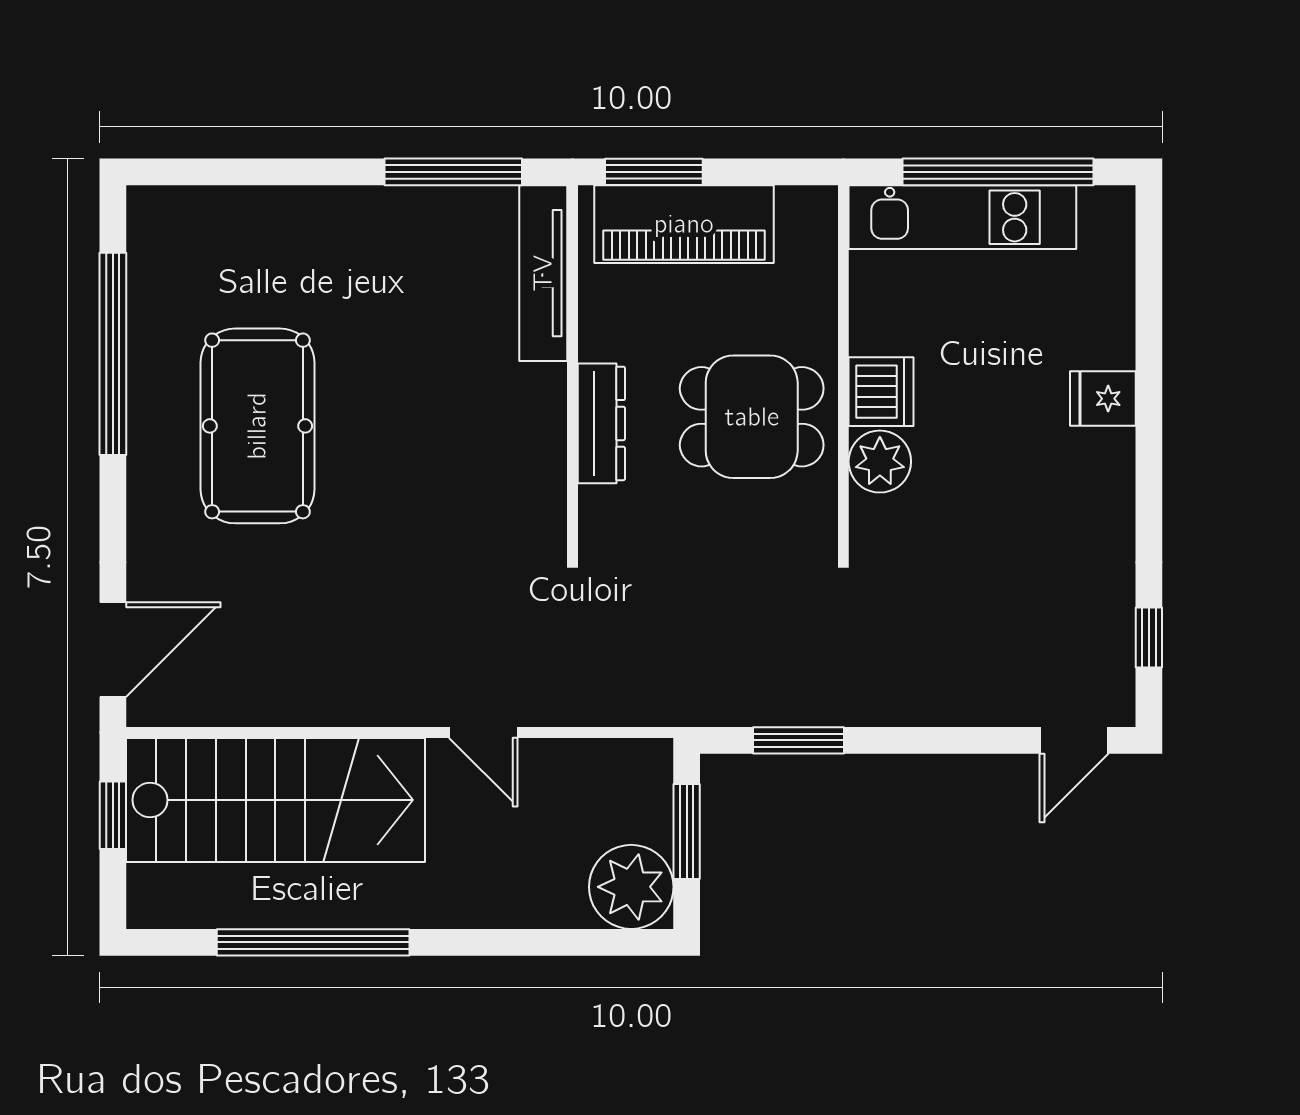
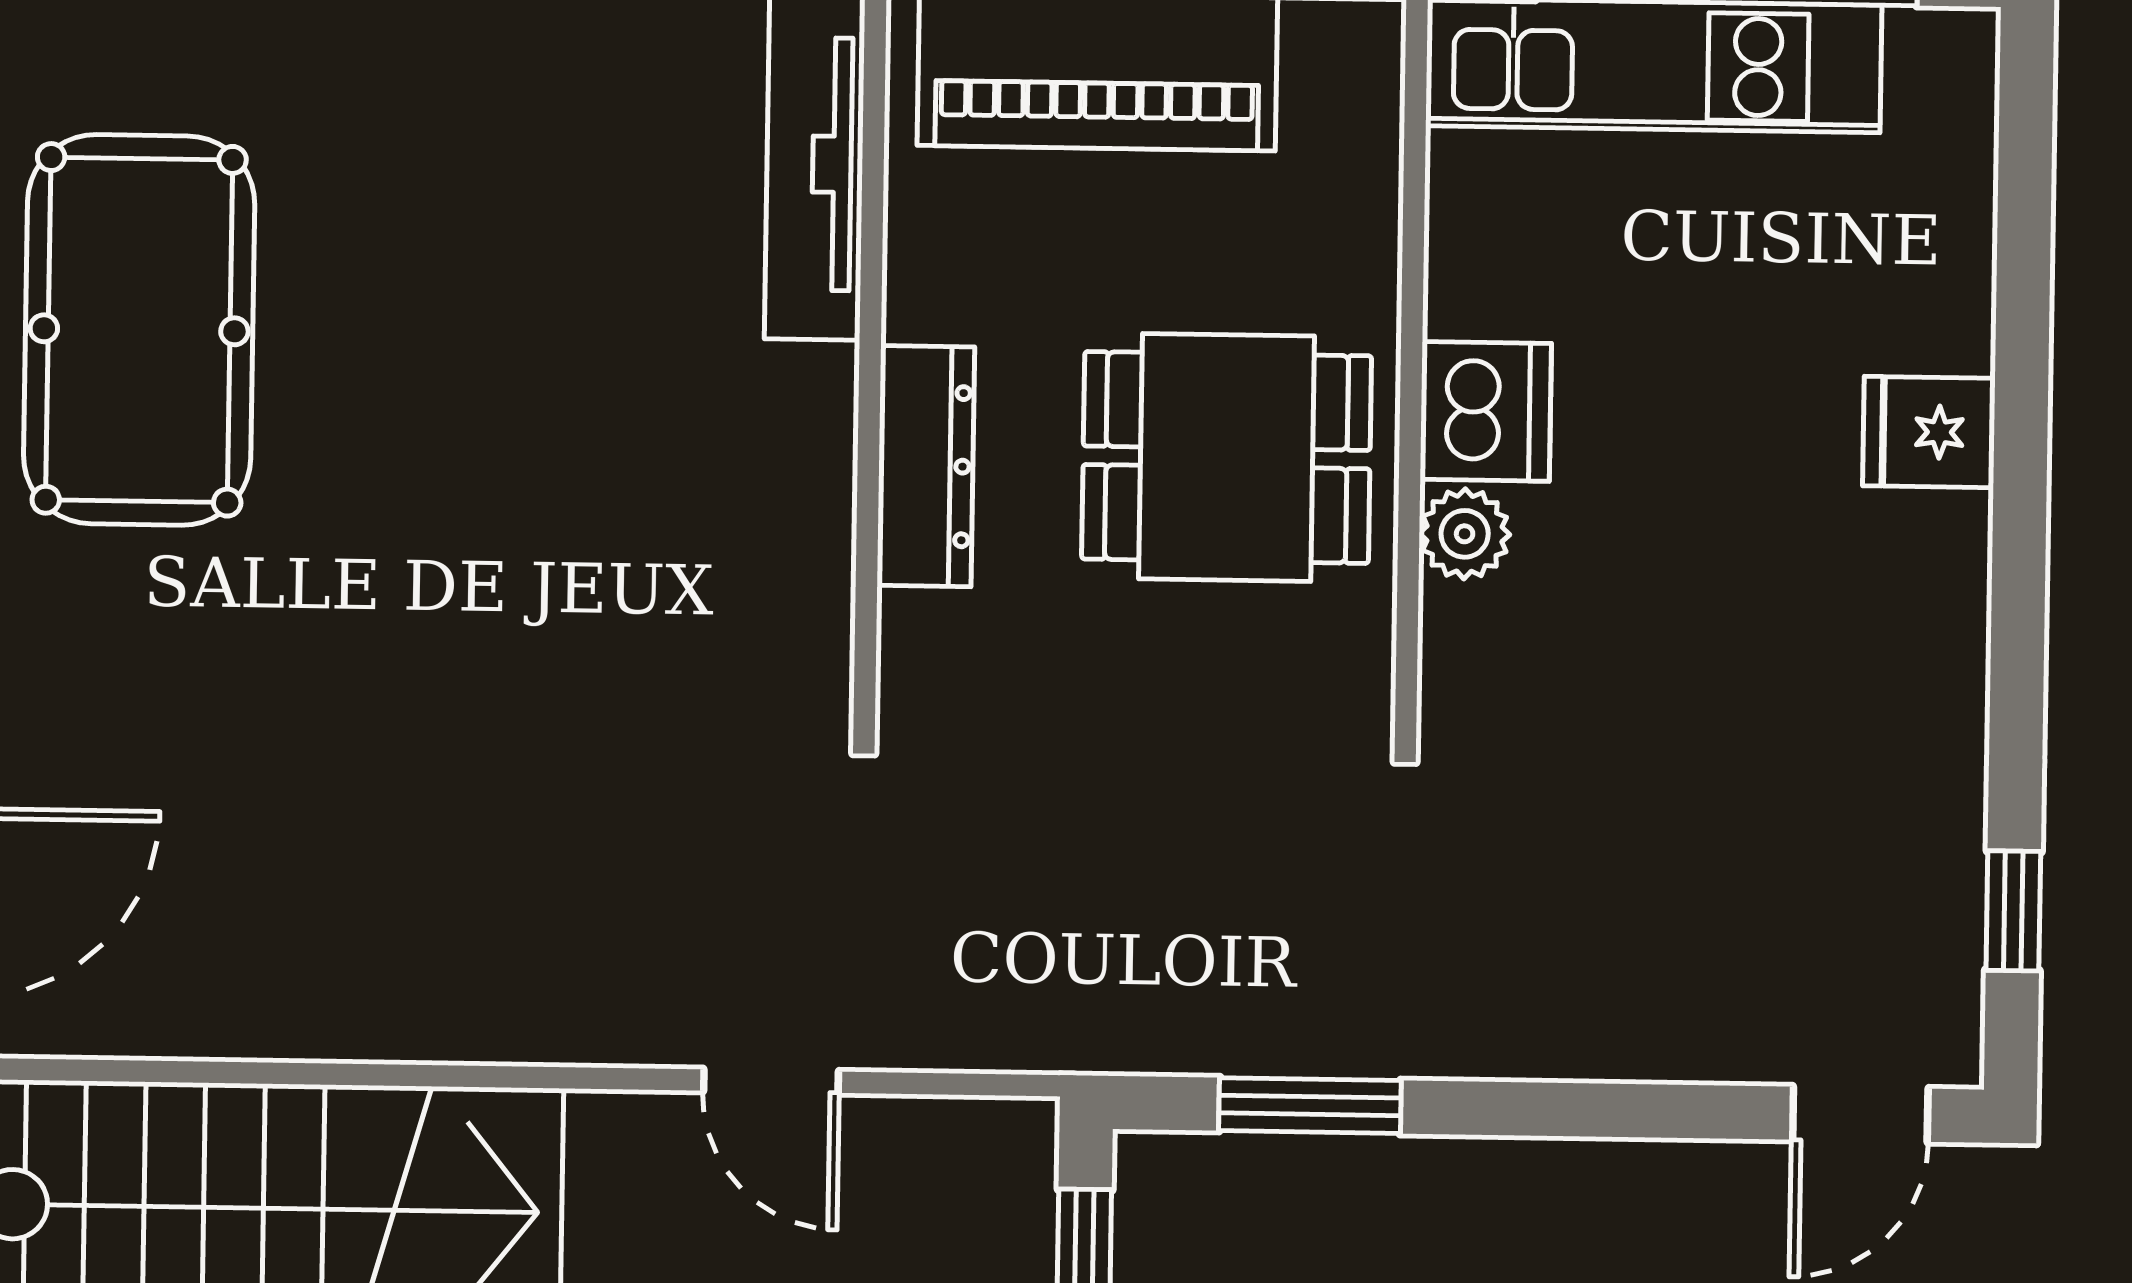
pool table: (257, 426) -> (139, 330), moved
plant: (880, 462) -> (1465, 534), width x0.73, depth x0.73
door: (483, 732) -> (771, 1081), moved

